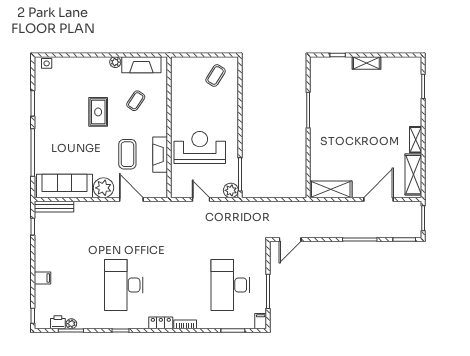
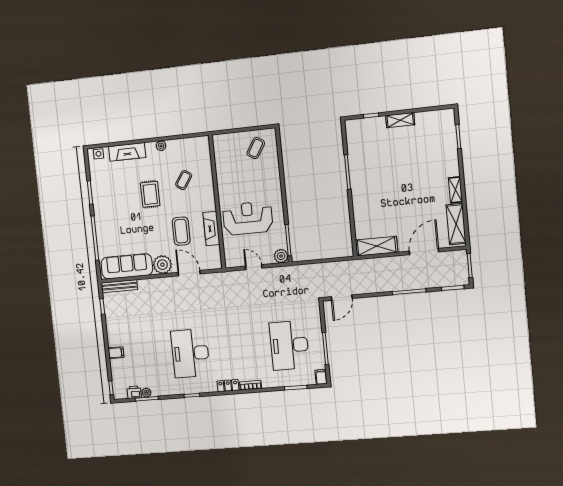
fireplace: (141, 65) -> (127, 152), moved

